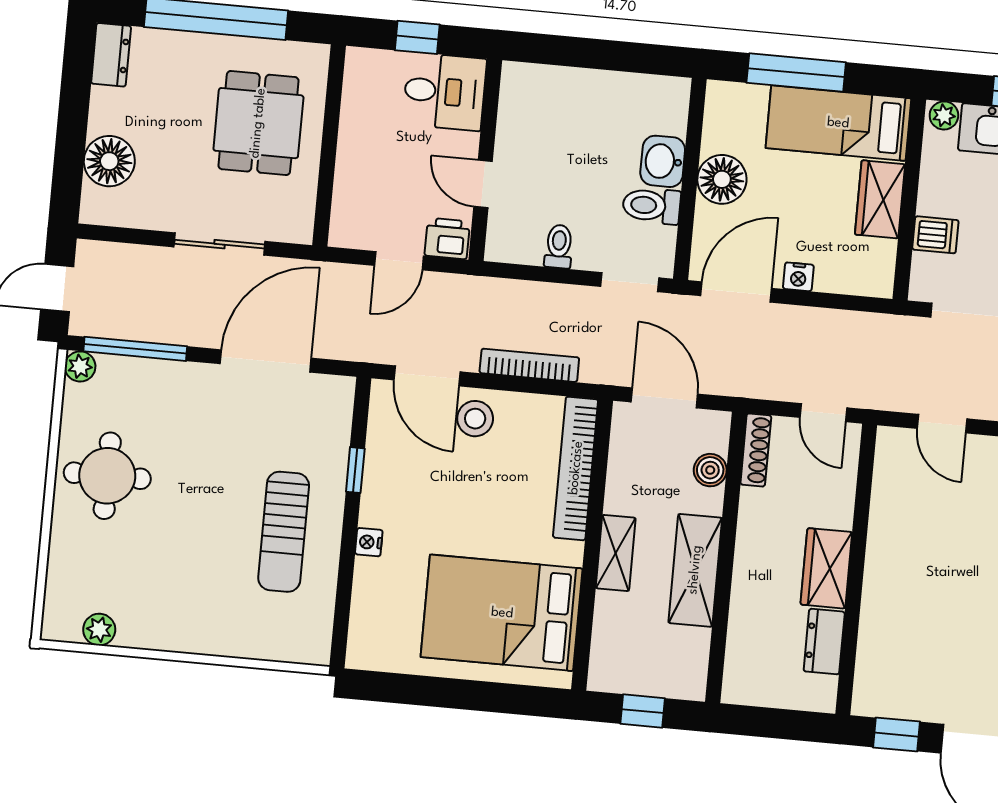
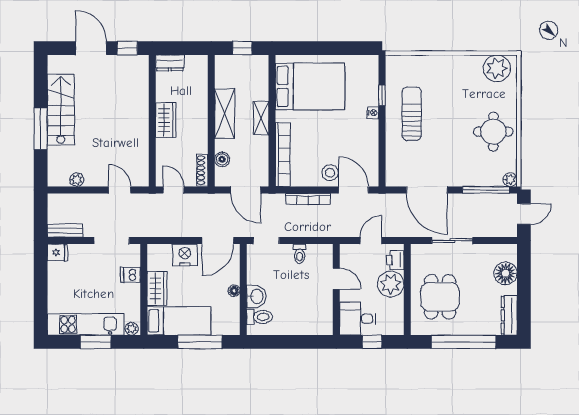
dresser: (111, 55) -> (509, 315), width x1.44
plant: (364, 161) -> (391, 284), added
floor lamp: (722, 179) -> (234, 291), width x0.53, depth x0.53
toilet: (652, 206) -> (260, 317), moved
printer: (447, 238) -> (395, 260), moved, turned 90
nightstand: (798, 277) -> (185, 255), width x1.89, depth x1.79
door: (266, 361) -> (427, 190), hinge flipped
window: (355, 470) -> (382, 95), moved
plant: (99, 630) -> (497, 68), width x1.88, depth x1.88
dresser: (824, 642) -> (170, 63), moved, turned 90

